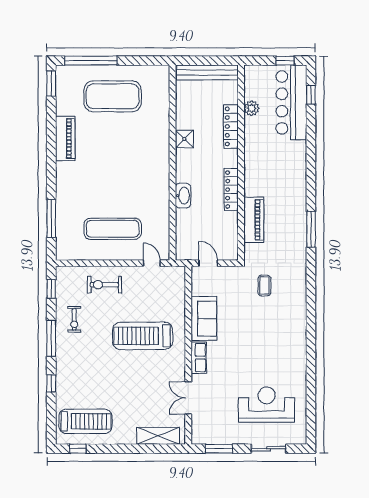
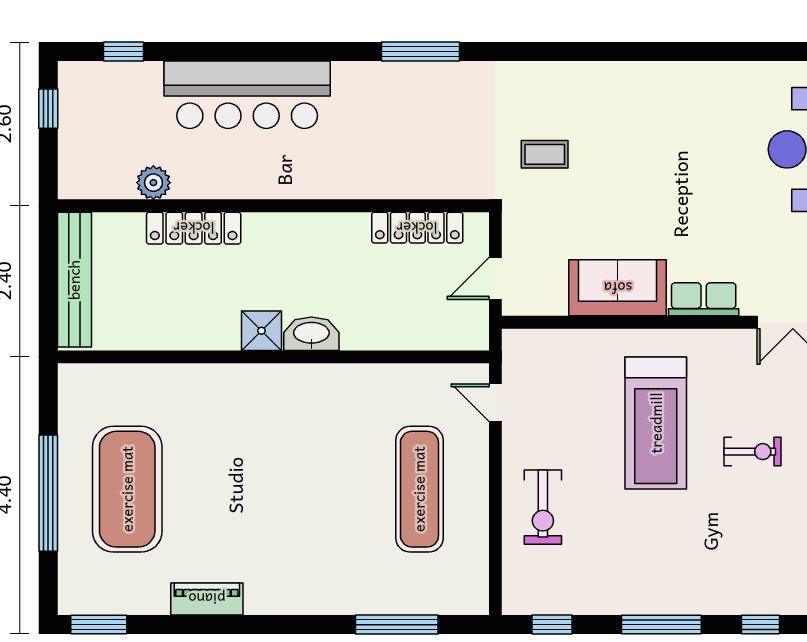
window: (91, 61) -> (48, 493), moved
bar counter: (291, 102) -> (247, 95), moved
piano: (65, 138) -> (207, 599), width x0.73, depth x0.75
shower: (184, 139) -> (261, 331), moved
locker: (231, 190) -> (417, 228), moved
washbasin: (183, 196) -> (311, 334), moved
piano: (254, 220) -> (400, 178), removed
door: (152, 263) -> (495, 403), hinge flipped
exercise bike: (74, 319) -> (753, 452), moved

